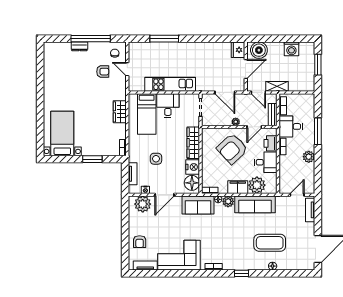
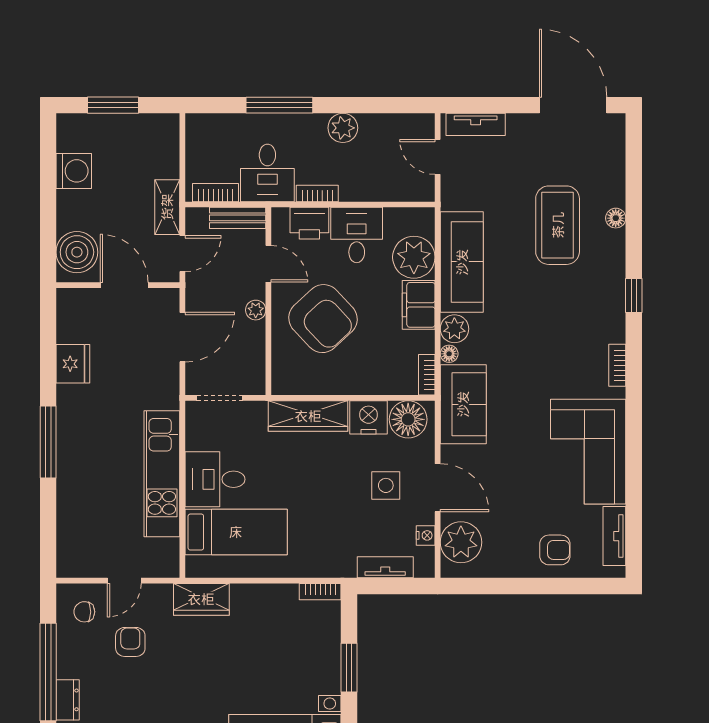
window: (164, 39) -> (48, 442), moved
fridge: (238, 50) -> (73, 364), moved, turned -90
wardrobe: (120, 112) -> (201, 599), moved
side table: (156, 159) -> (386, 485), moved

